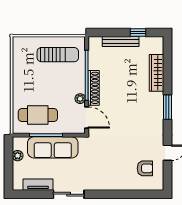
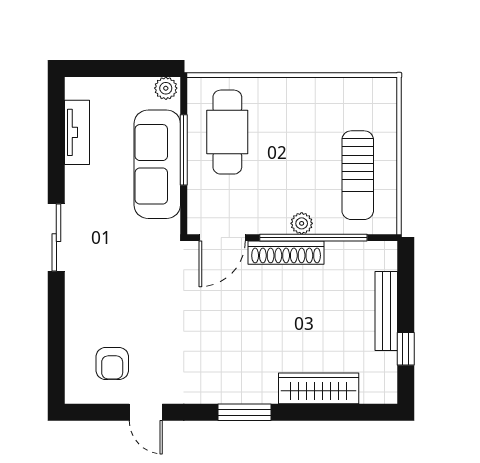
plant: (80, 99) -> (302, 223), moved
plant: (18, 156) -> (166, 88), moved
sliding door: (69, 194) -> (56, 238), moved

